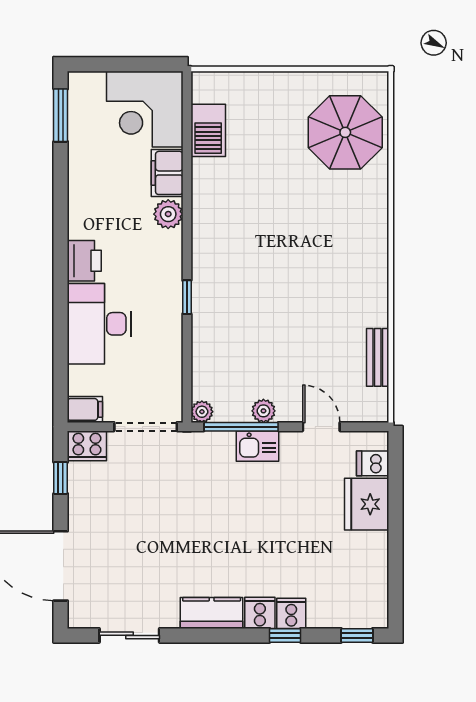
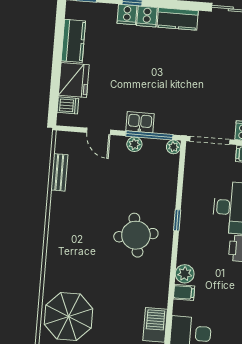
filing cabinet: (167, 173) -> (184, 292), width x0.50
round table: (250, 269) -> (136, 235), added
kitchen counter: (372, 565) -> (73, 41), added

